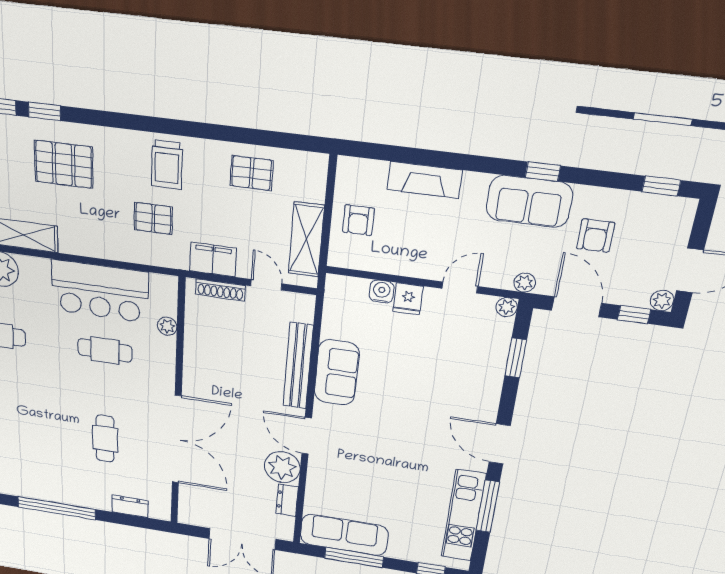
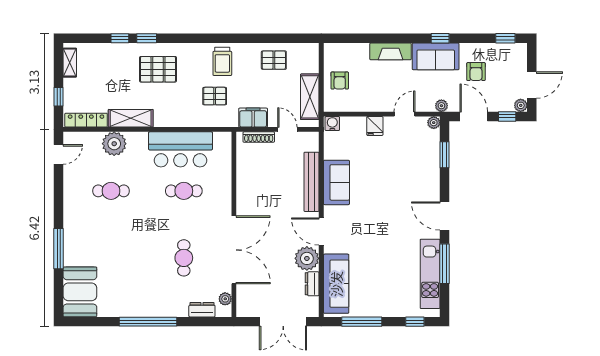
fireplace: (425, 180) -> (391, 51), moved
water cooler: (382, 292) -> (332, 124), moved
plant: (167, 326) -> (225, 299), moved
sofa: (344, 535) -> (336, 284), moved, turned 90

